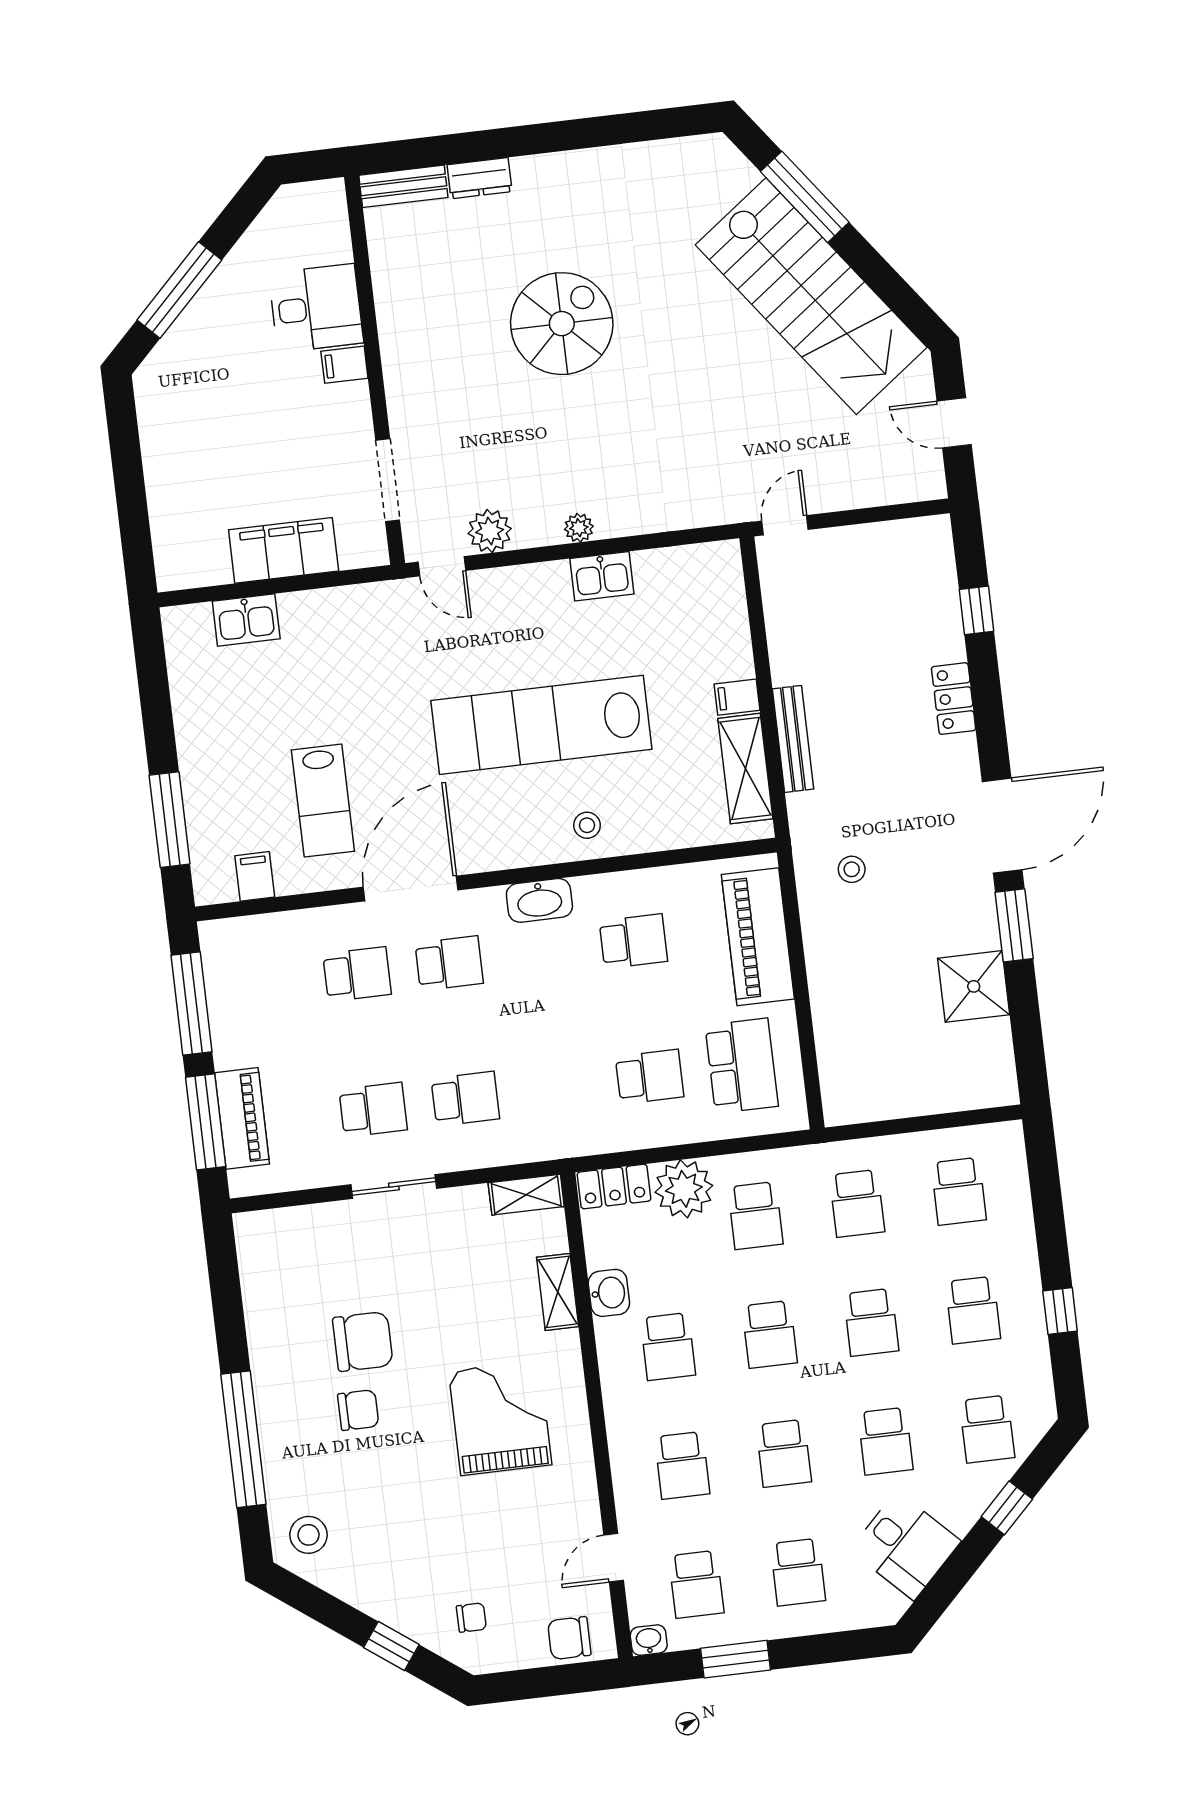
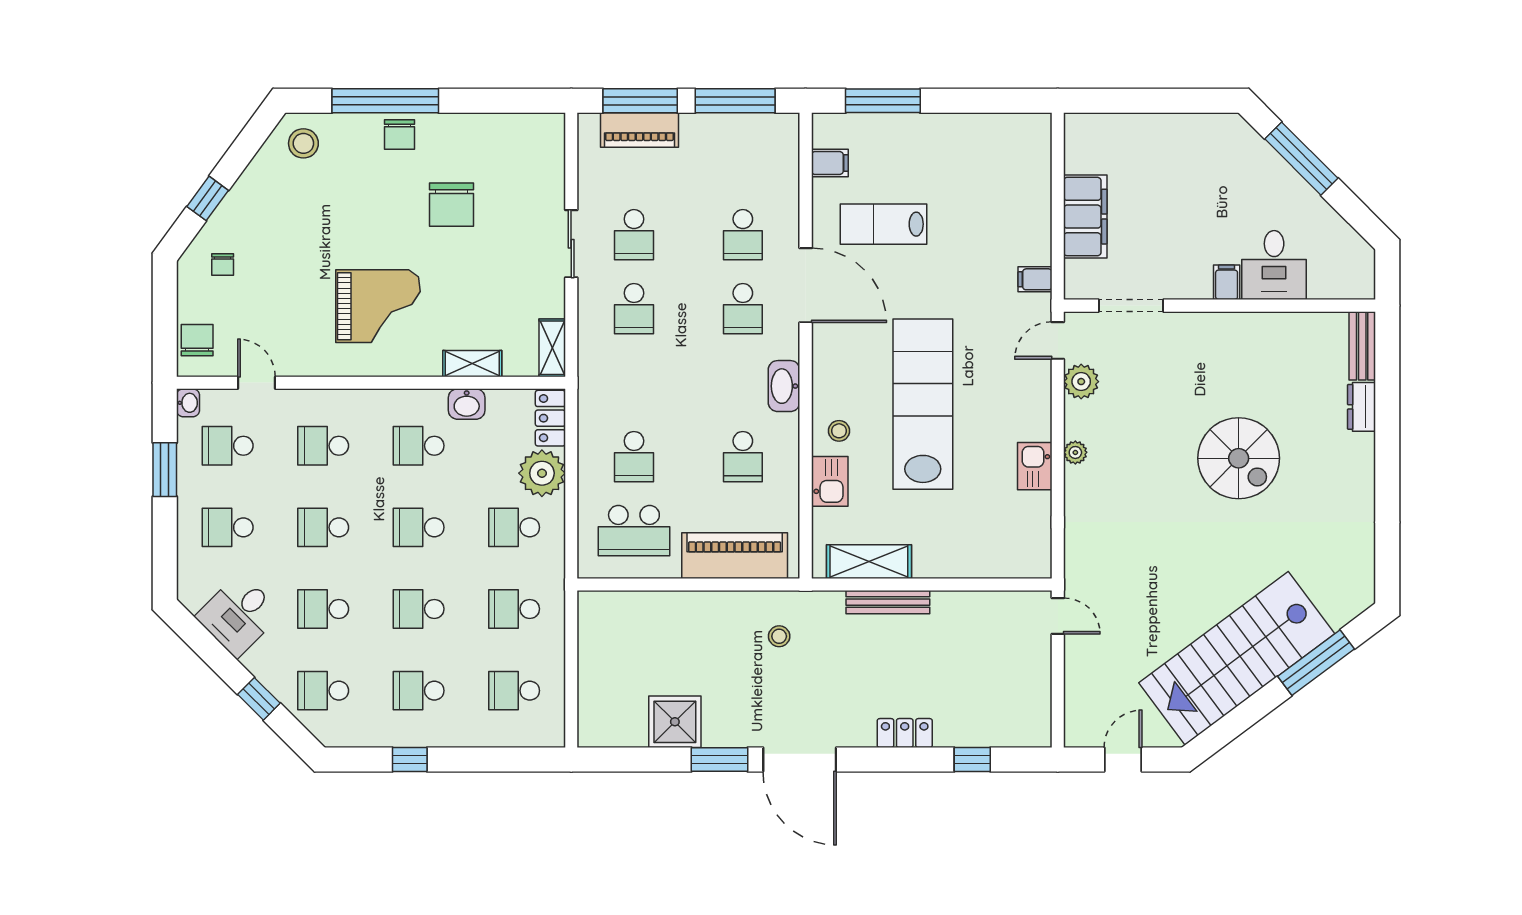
kitchen sink: (246, 620) -> (830, 481), moved, turned 180
filing cabinet: (737, 697) -> (1035, 279), moved, turned -90
chair: (358, 1410) -> (400, 134), moved

